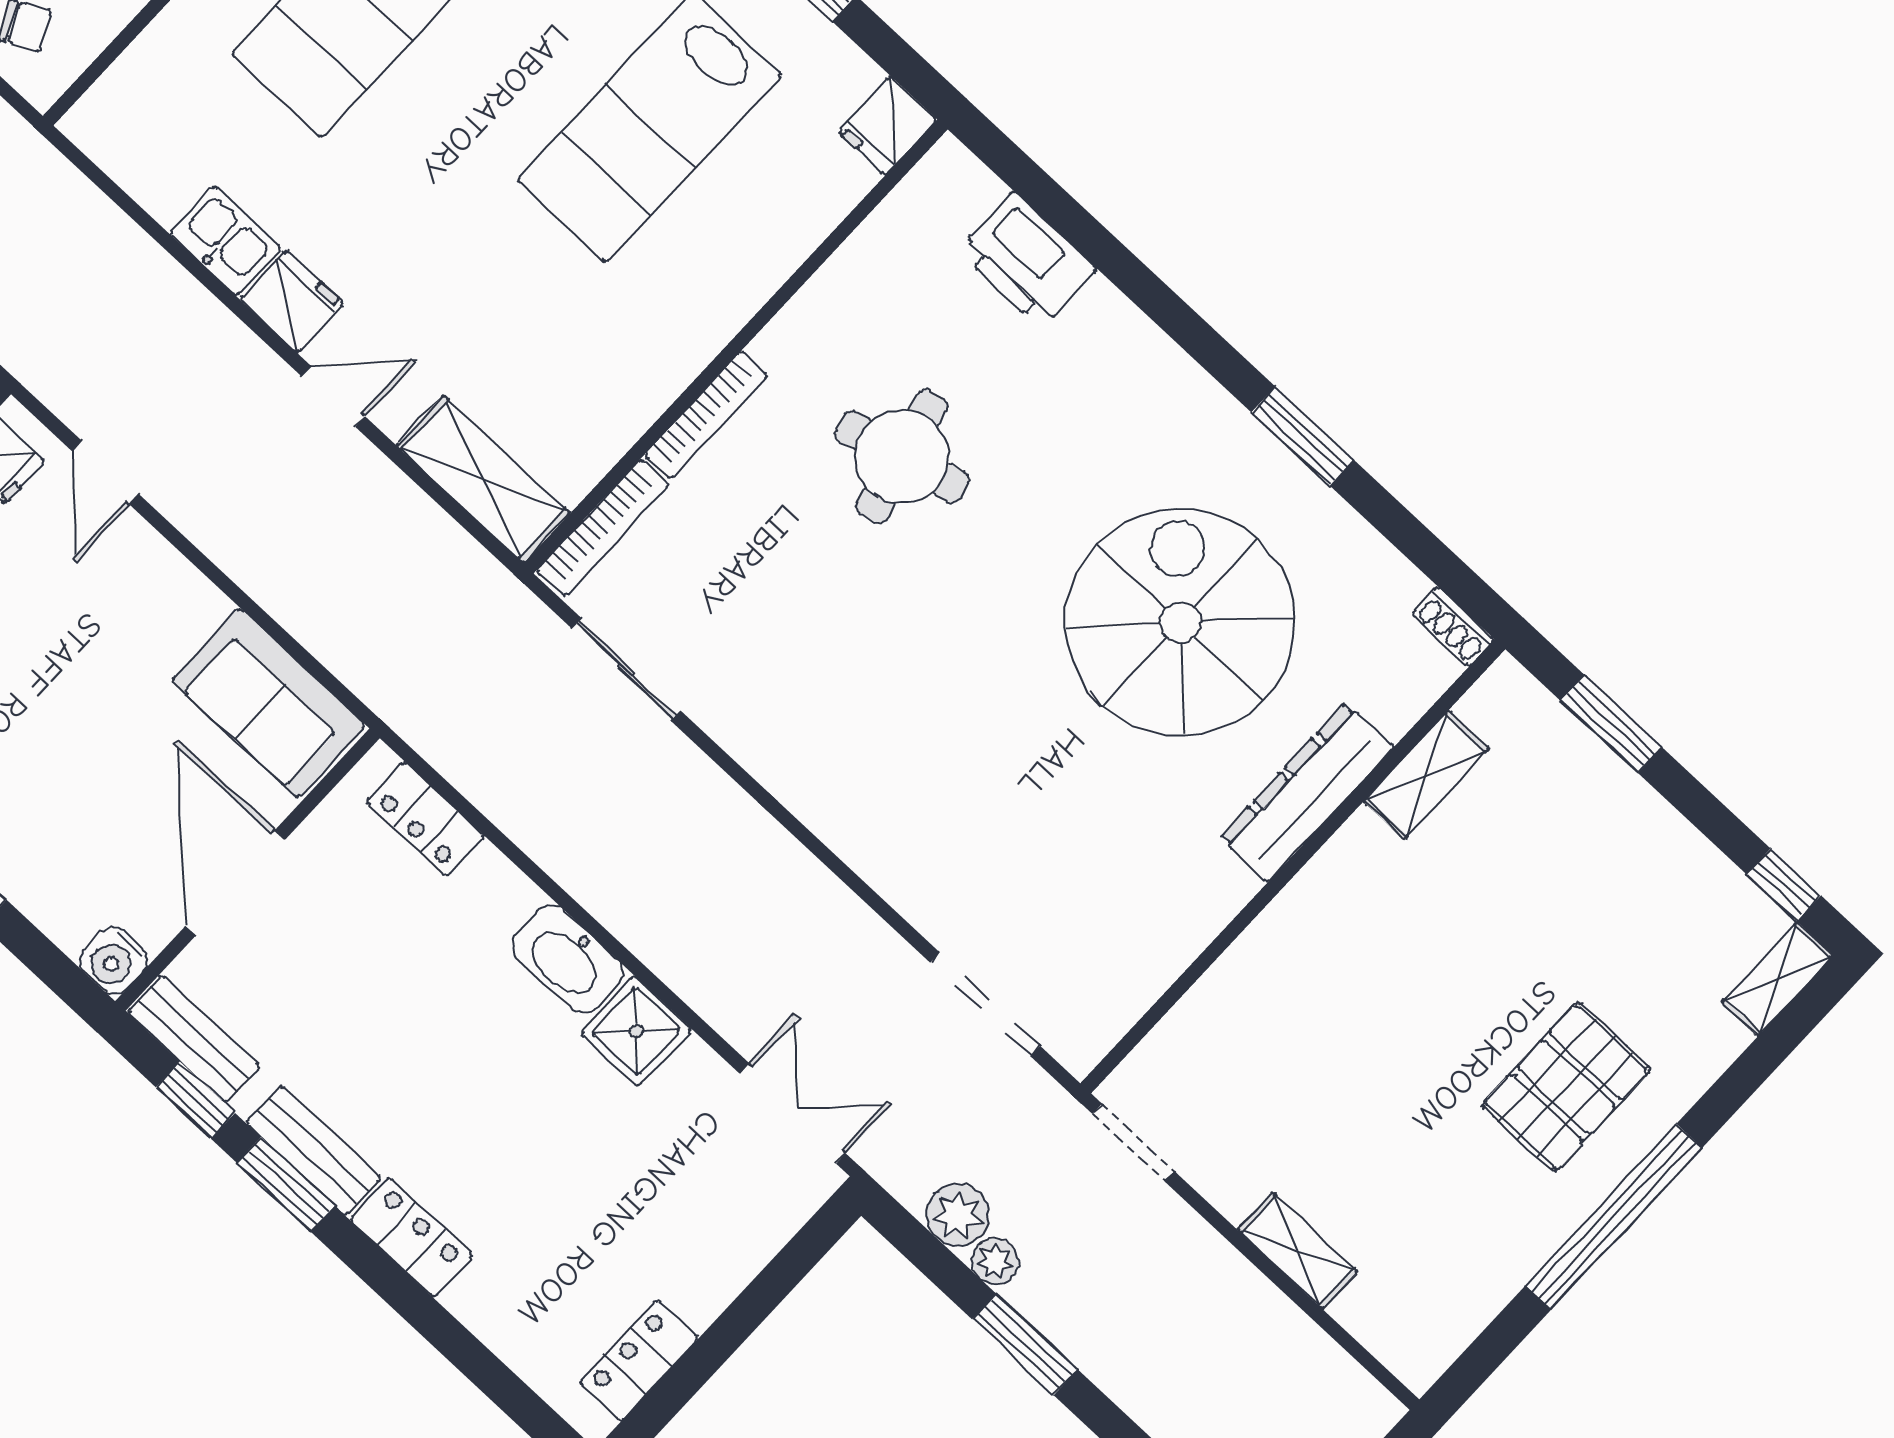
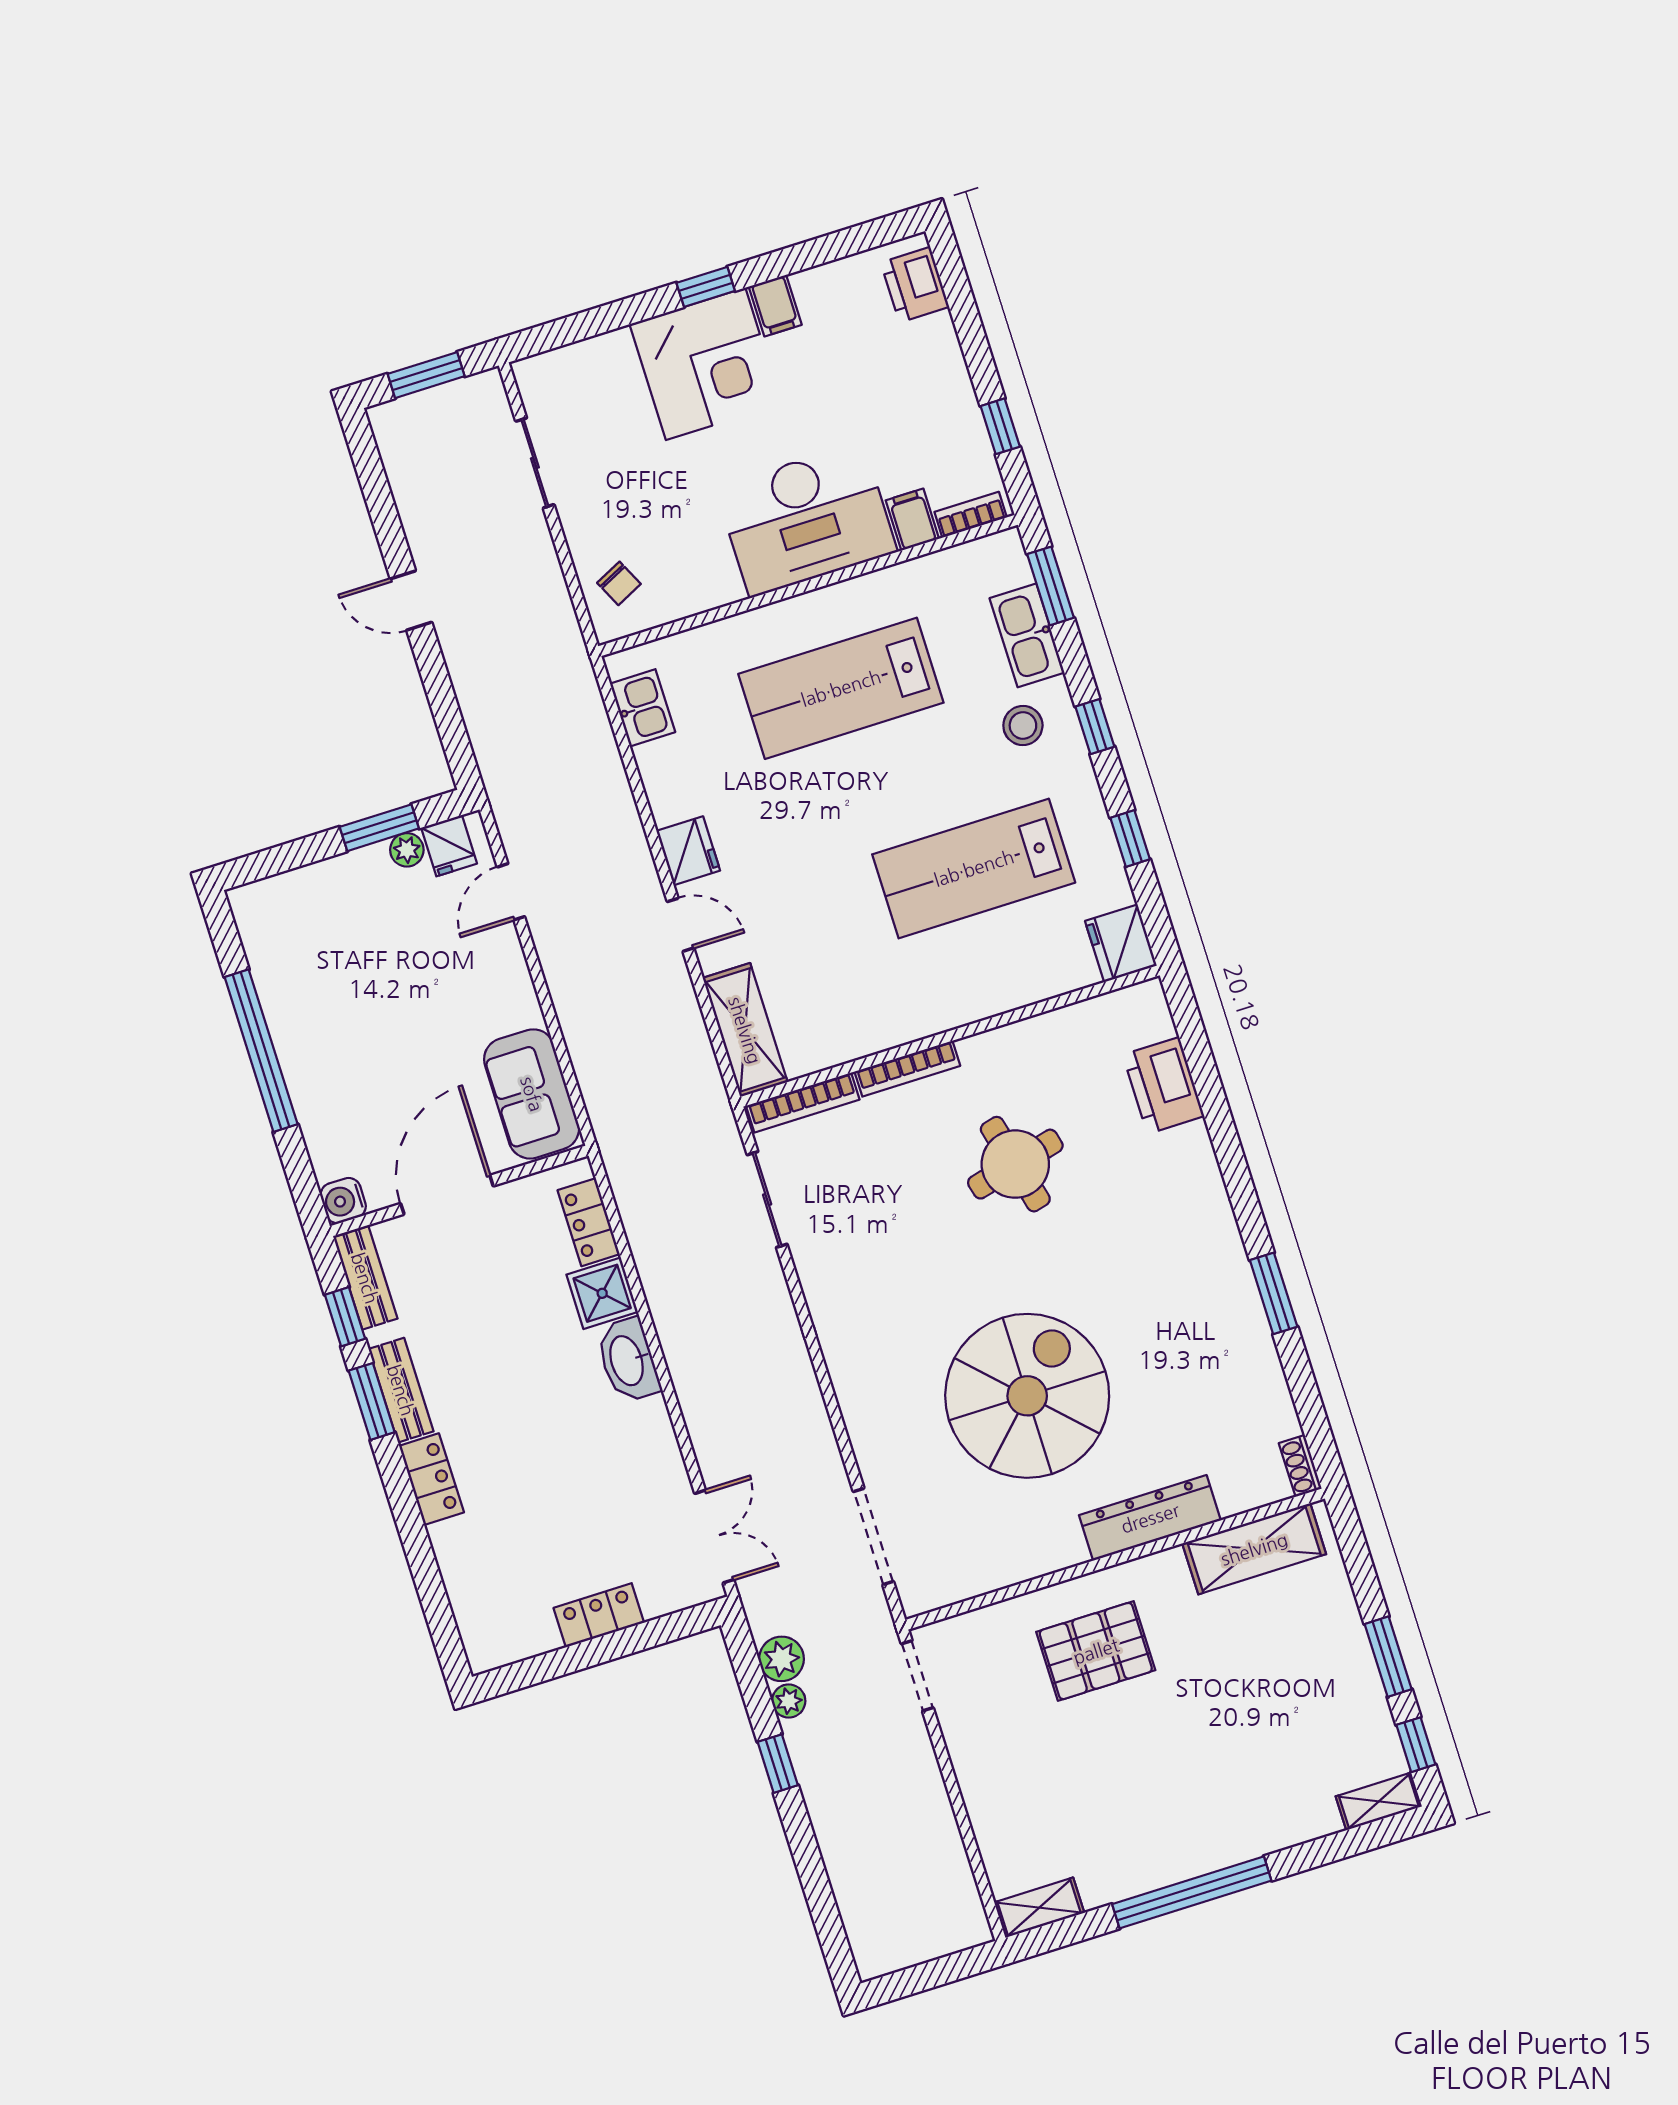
fridge: (888, 126) -> (1121, 943), width x1.38
kitchen sink: (225, 241) -> (643, 708), moved
spiral stairs: (1180, 622) -> (1027, 1396), moved
window: (1611, 724) -> (1388, 1657), moved
shelving: (1426, 775) -> (1254, 1549), width x1.50, depth x1.33
shower: (636, 1031) -> (602, 1293), moved
pallet: (1566, 1087) -> (1096, 1651), moved
shelving: (1298, 1251) -> (1039, 1908), moved, turned 90
window: (1025, 1344) -> (778, 1764), width x0.67
locker: (639, 1360) -> (599, 1615), moved

